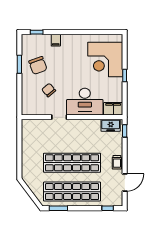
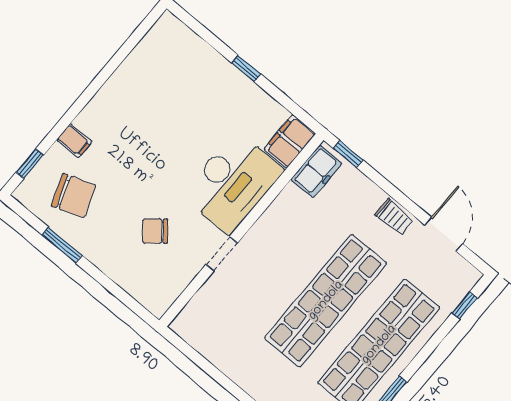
corner desk: (105, 60) -> (187, 80), removed
chair: (38, 65) -> (74, 196), moved

